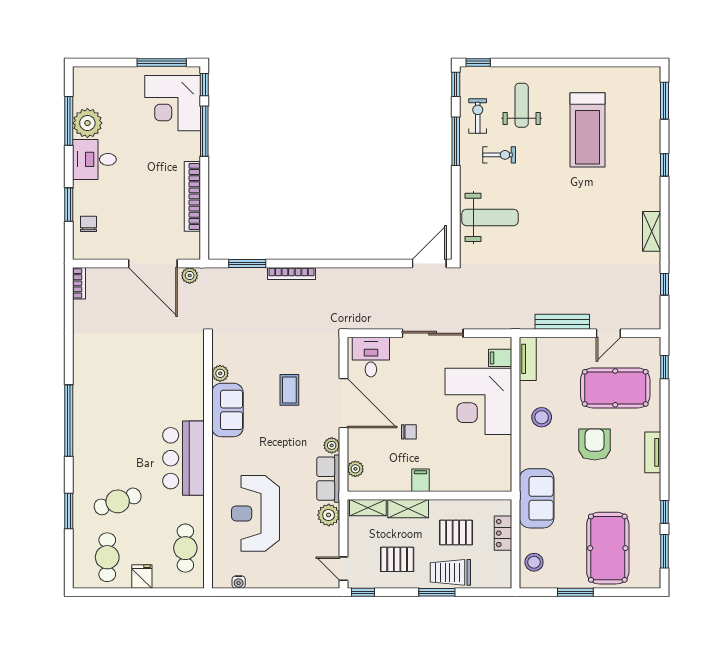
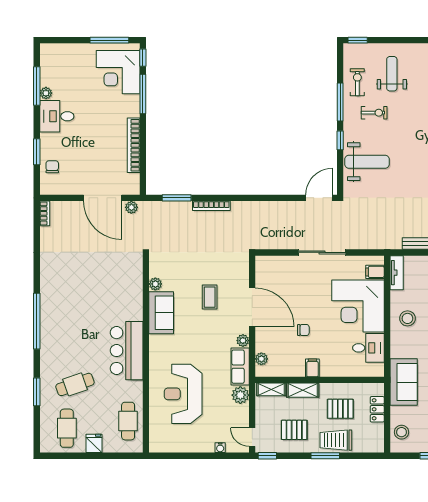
window: (456, 84) -> (340, 140), moved
plant: (87, 123) -> (46, 93), width x0.53, depth x0.53
desk: (371, 357) -> (368, 348), moved, turned 90
water cooler: (239, 582) -> (220, 448), moved

